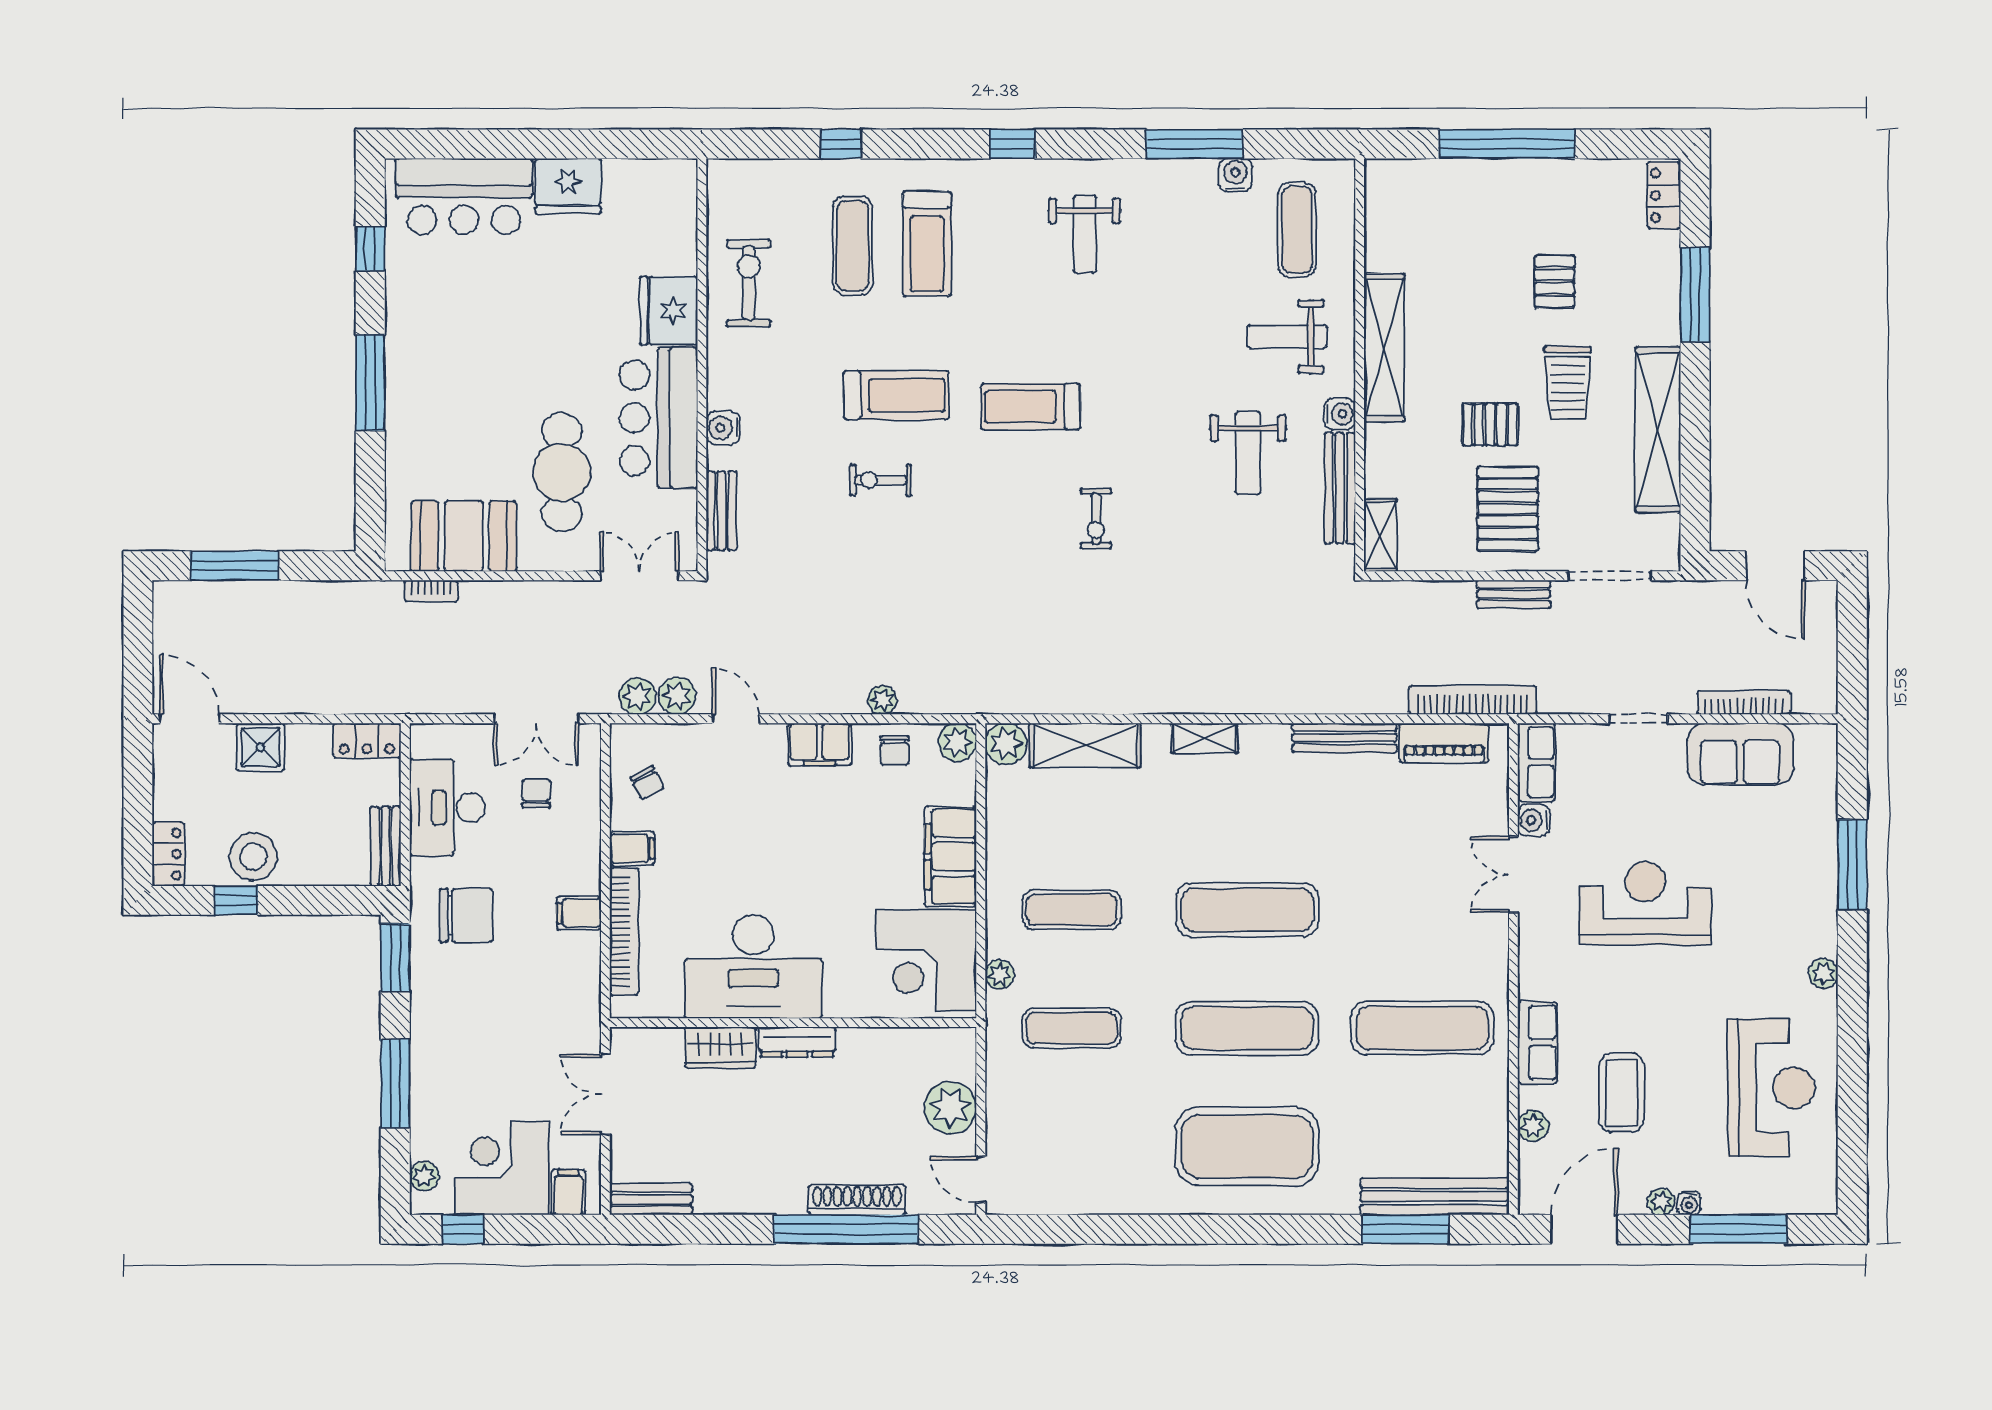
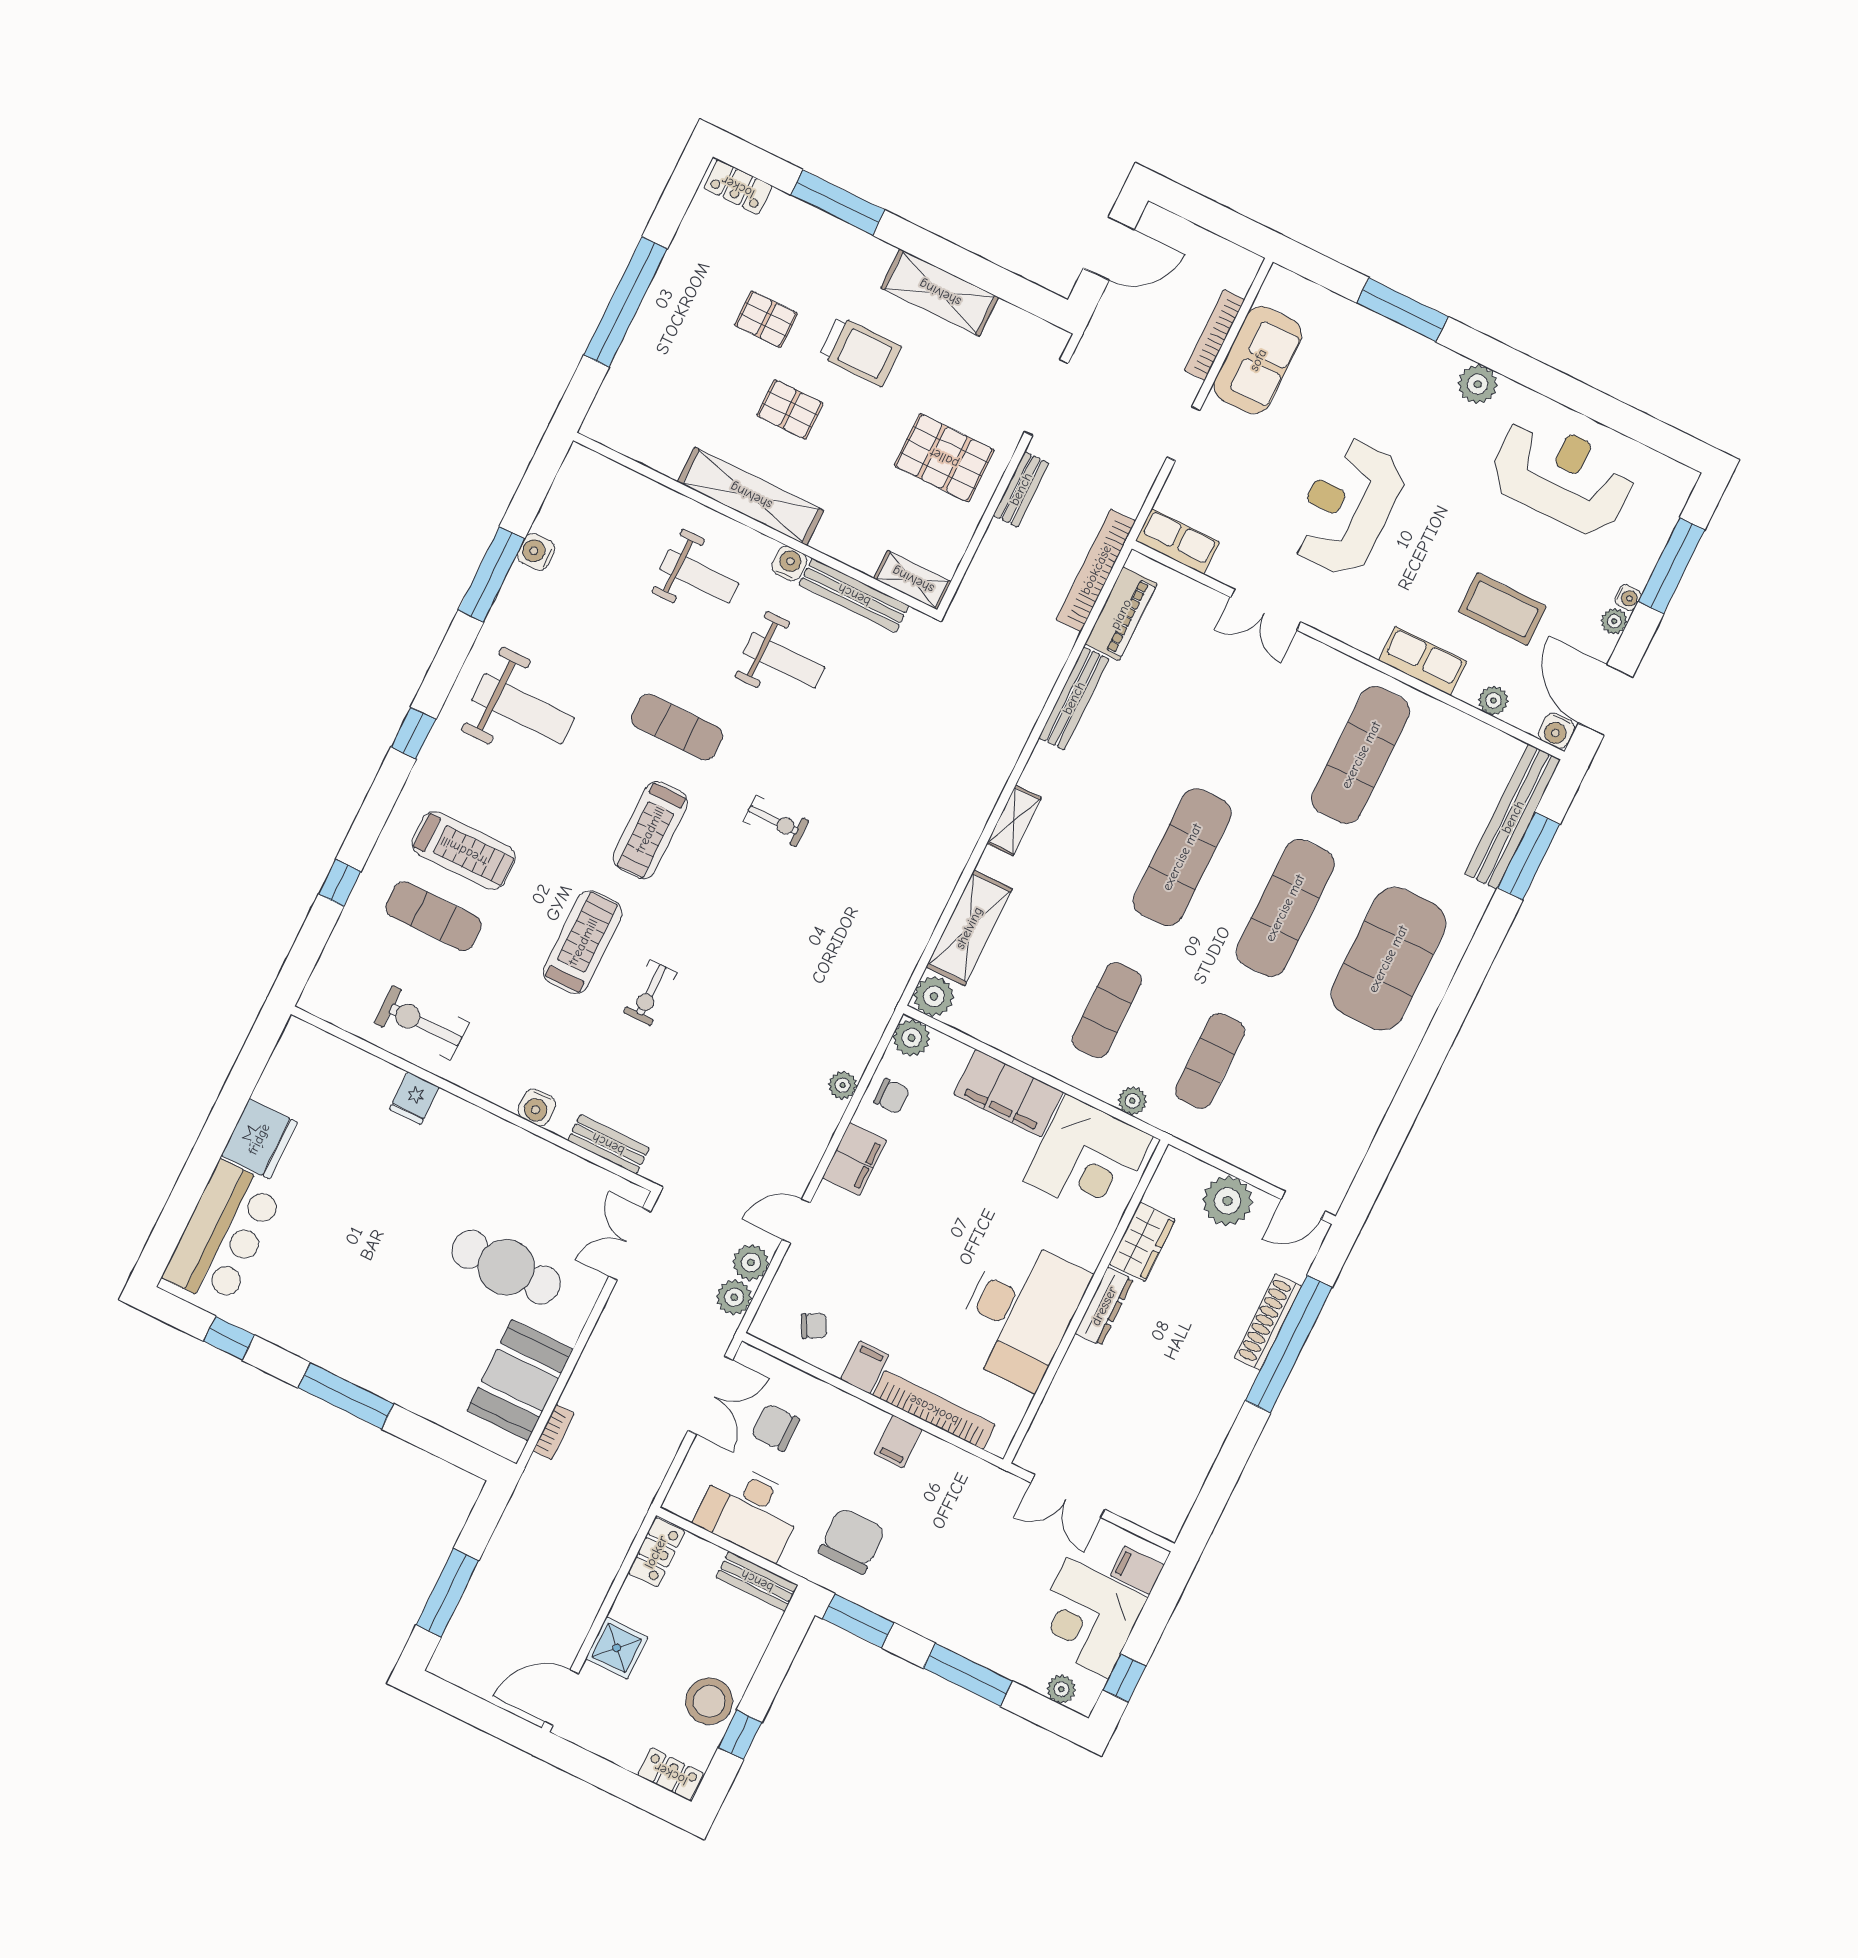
exercise mat: (1297, 230) -> (677, 727), moved
weight bench: (1085, 234) -> (523, 709), width x1.36, depth x1.33
fridge: (669, 311) -> (414, 1098), width x0.53, depth x0.75
weight bench: (1287, 336) -> (699, 576), turned -90
bar counter: (659, 418) -> (500, 1159), removed
pallet: (1490, 424) -> (790, 409), moved, turned 90
shelving: (1658, 430) -> (940, 293), width x0.68
chair: (536, 793) -> (775, 1427), width x1.37, depth x1.37
water cooler: (1534, 820) -> (1556, 731), moved
plant: (1823, 973) -> (1478, 384), width x1.38, depth x1.38
wardrobe: (720, 1048) -> (1142, 1242), moved
bench: (651, 1199) -> (1179, 1501), removed

